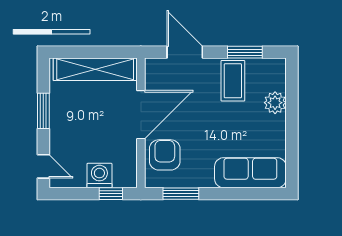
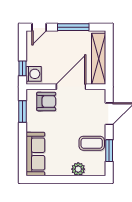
window: (43, 111) -> (73, 27), width x1.44
door: (141, 115) -> (71, 87), swing flipped
washing machine: (99, 176) -> (34, 74), moved

